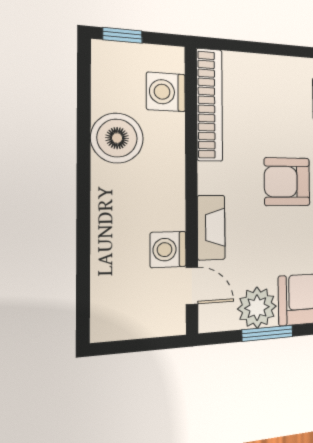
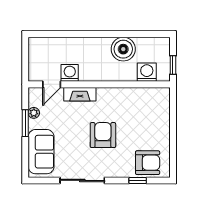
window: (123, 35) -> (173, 65), moved
bookcase: (210, 105) -> (142, 94), removed
plant: (257, 308) -> (34, 113), width x0.53, depth x0.53

